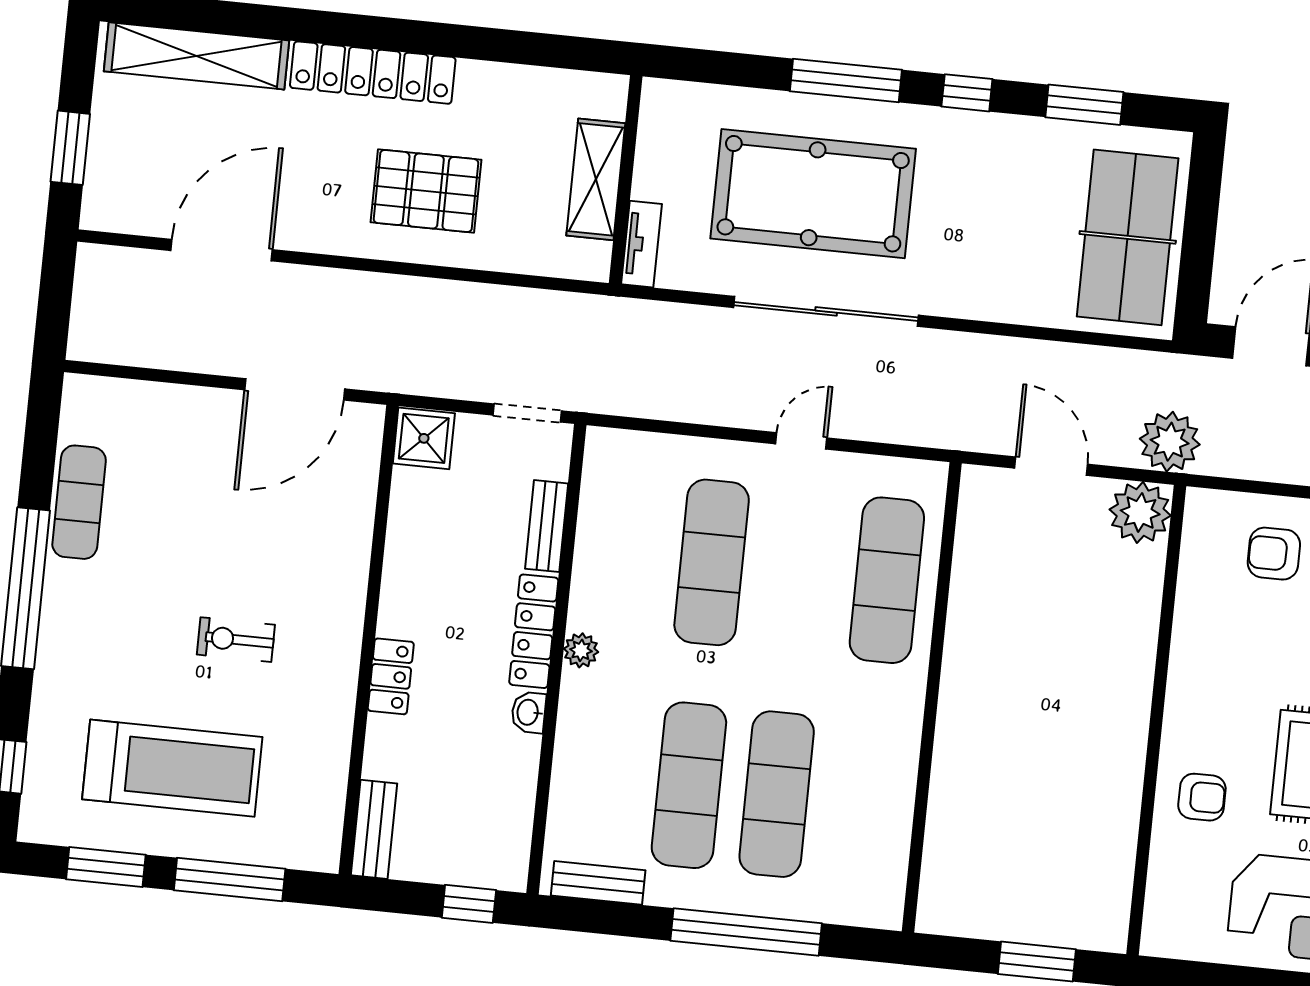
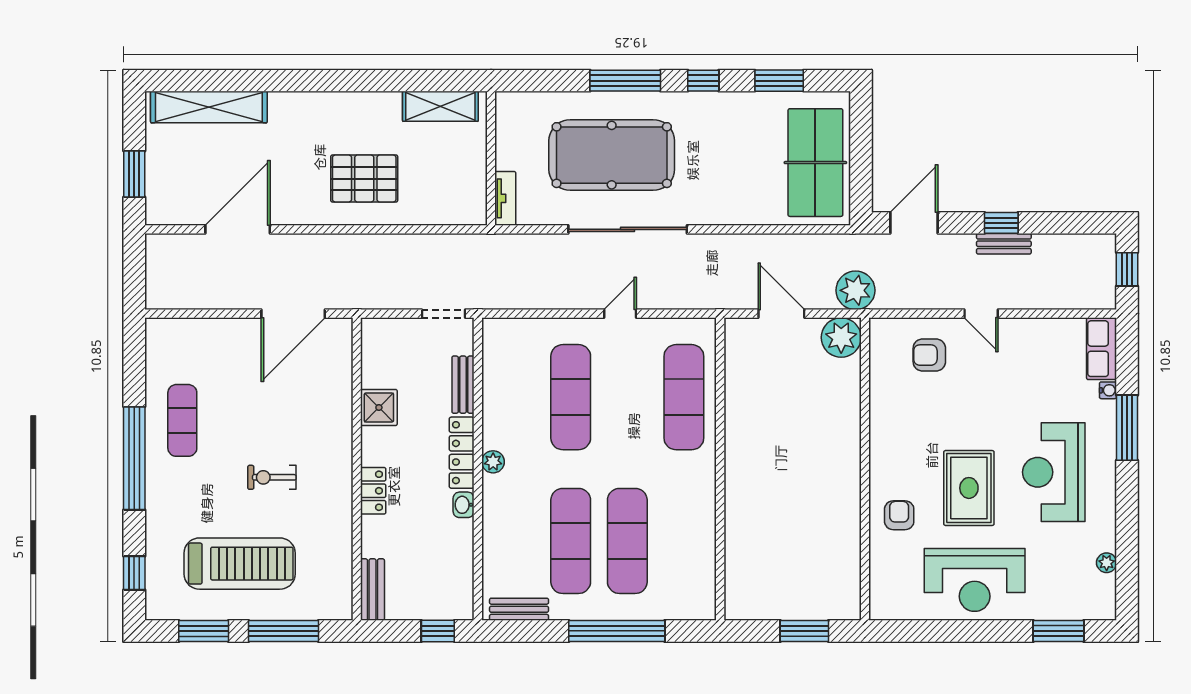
locker: (373, 73) -> (323, 106), removed
shelving: (596, 179) -> (440, 106), moved, turned 90
shower: (424, 438) -> (379, 407), moved
exercise mat: (79, 502) -> (182, 420), moved
armchair: (1202, 797) -> (899, 515), turned -90

